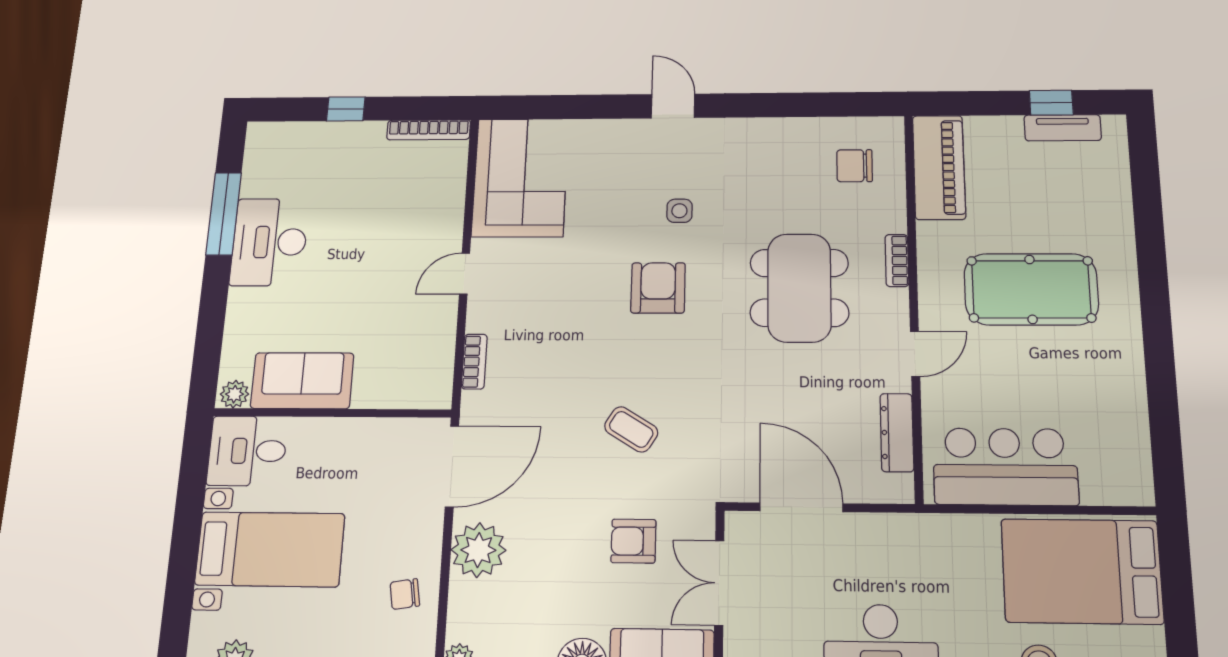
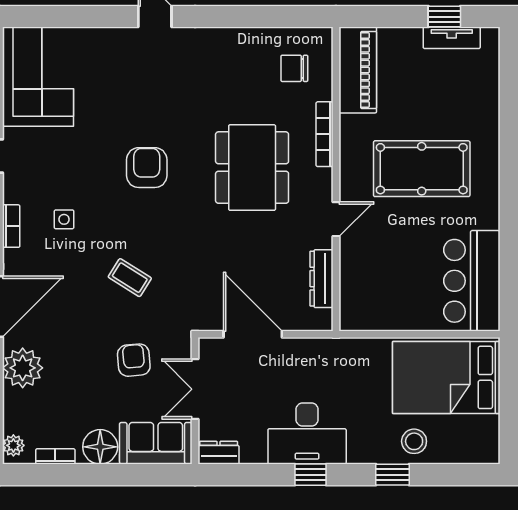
side table: (679, 211) -> (64, 219), moved
bookcase: (897, 260) -> (325, 134), width x1.56
bar counter: (1005, 467) -> (472, 281), moved, turned -90
armchair: (633, 541) -> (134, 360), turned 85

